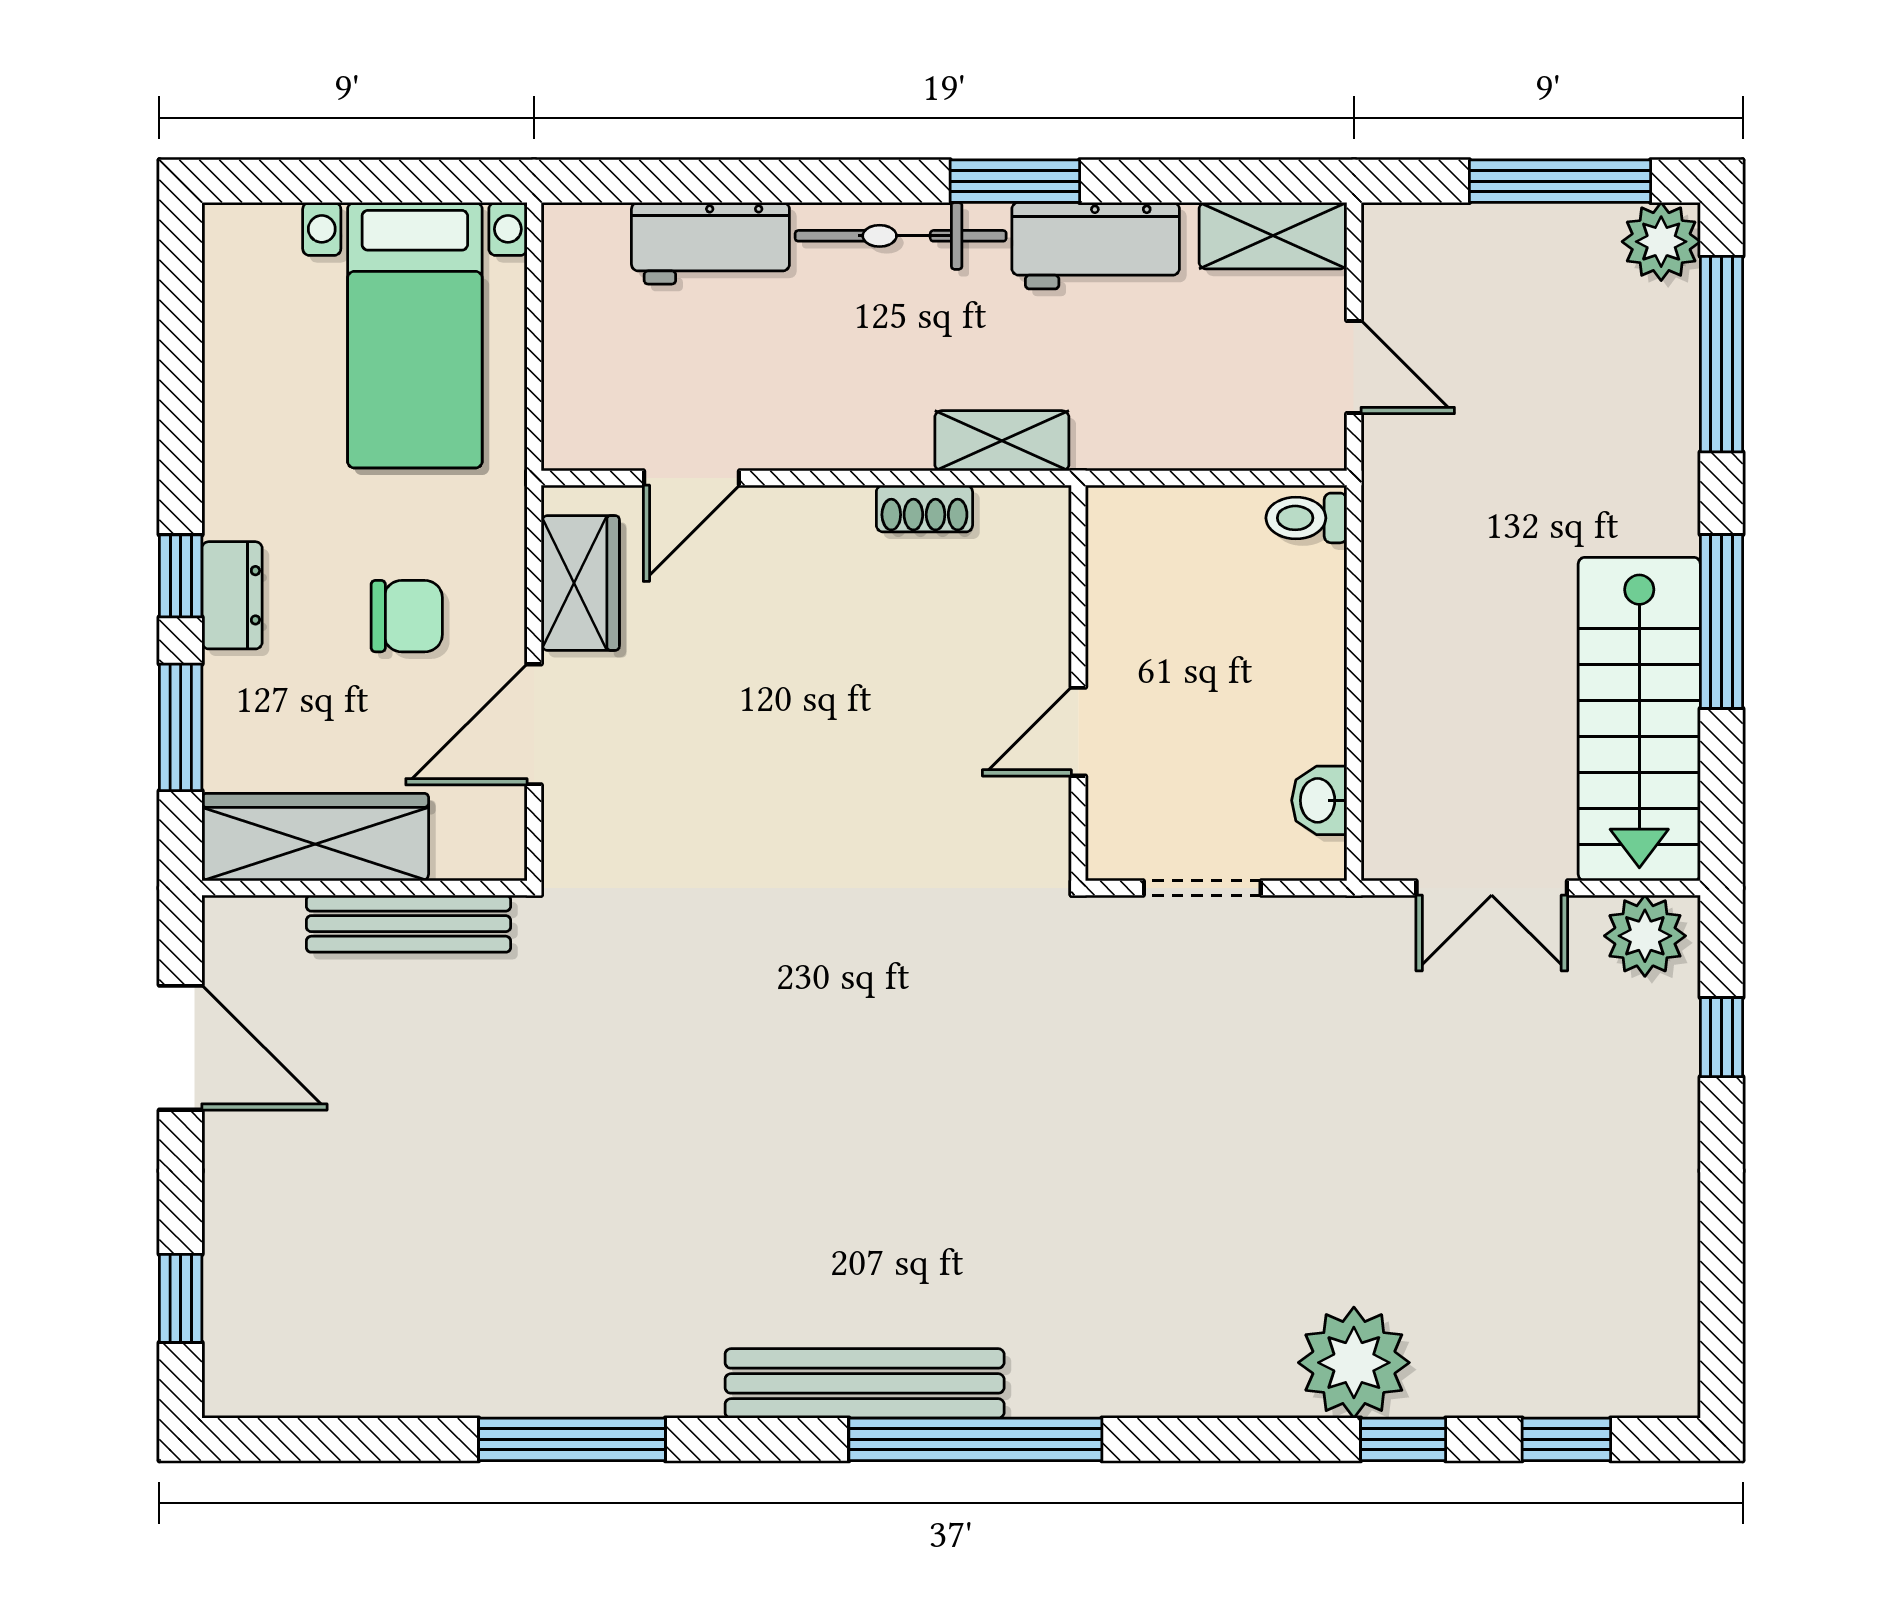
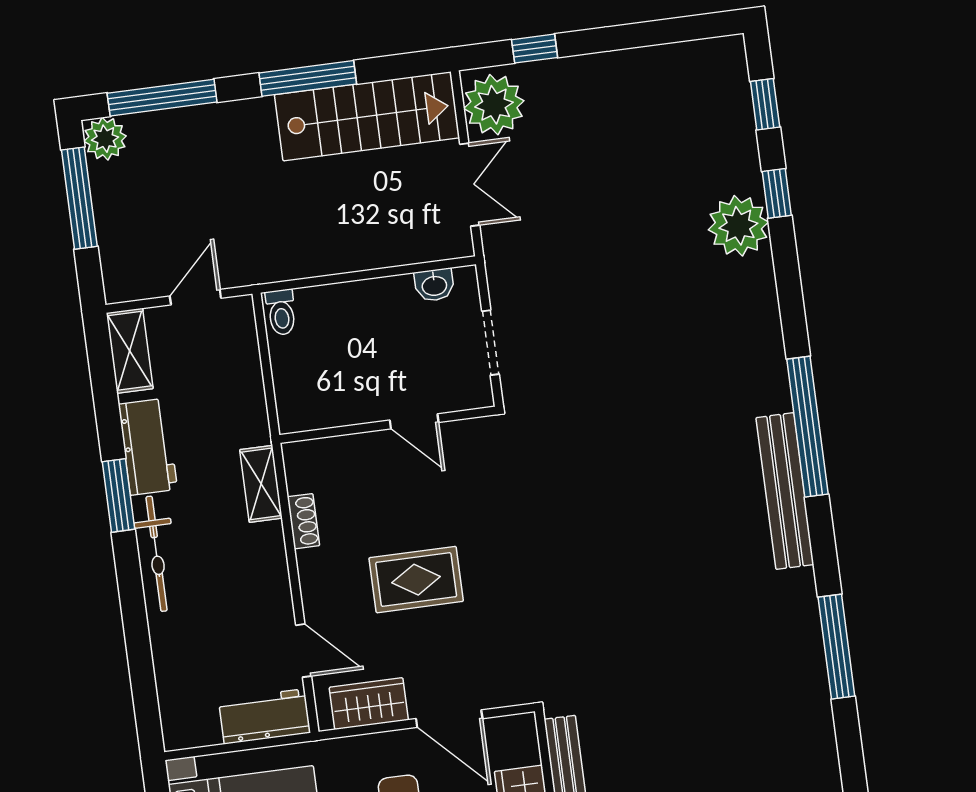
workbench: (710, 243) -> (265, 716), moved, turned -90
rug: (793, 698) -> (416, 580), added
plant: (1645, 936) -> (494, 105), width x1.36, depth x1.36

